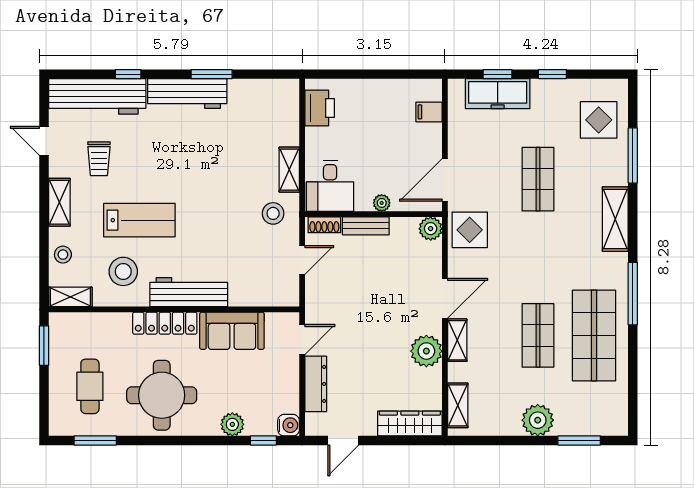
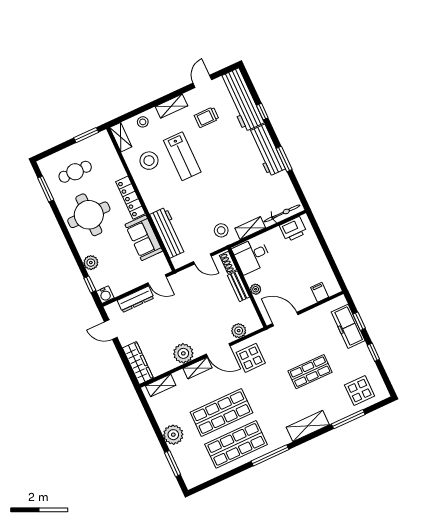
bicycle: (289, 114) -> (282, 213), added
plant: (431, 229) -> (239, 331), moved
display table: (470, 230) -> (251, 358), moved
workbench: (189, 292) -> (168, 233), moved
shop shelf: (538, 335) -> (221, 413), width x1.43, depth x1.36

